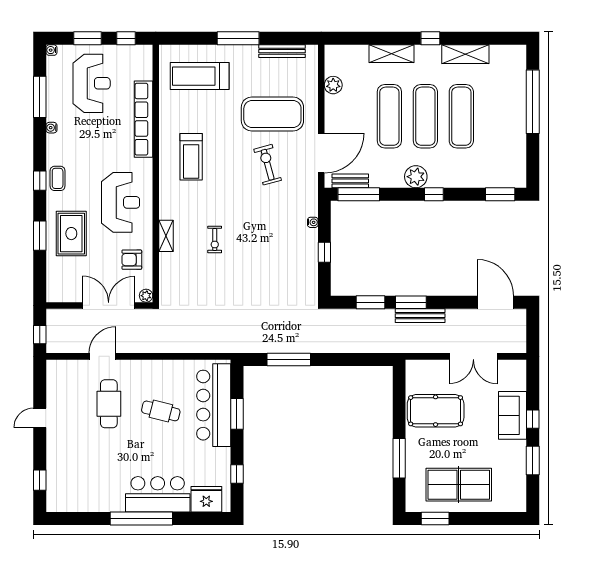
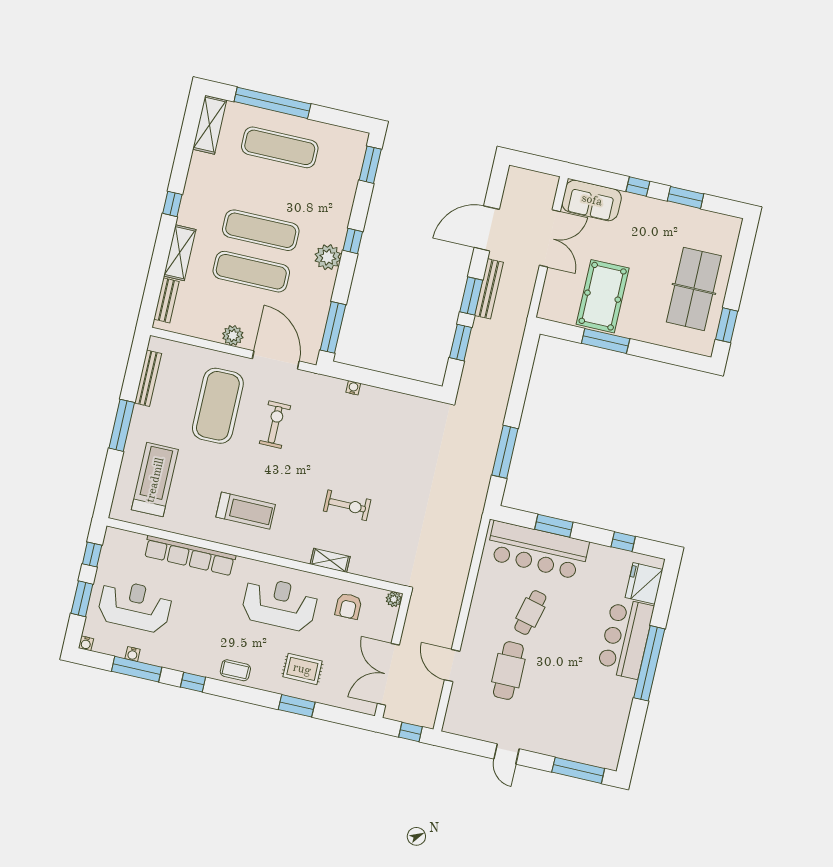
shelving: (465, 54) -> (210, 125), moved
treadmill: (200, 76) -> (155, 480), turned 180
plant: (333, 85) -> (233, 335), moved
exercise mat: (461, 116) -> (280, 147), moved
water cooler: (51, 128) -> (133, 654), moved
exercise bike: (268, 165) -> (275, 425), turned 105
window: (40, 181) -> (193, 682), moved
bench: (350, 181) -> (166, 300), moved
rug: (71, 234) -> (302, 669), width x0.73, depth x0.70
exercise bike: (215, 239) -> (347, 505), width x1.38, depth x1.39
window: (324, 252) -> (391, 382), removed
door: (495, 302) -> (487, 228), moved
double door: (109, 305) -> (388, 674), moved
cafe table: (109, 404) -> (508, 671), turned 90
sofa: (512, 415) -> (592, 200), moved
window: (399, 458) -> (606, 341), moved
window: (40, 480) -> (578, 770), width x2.17

